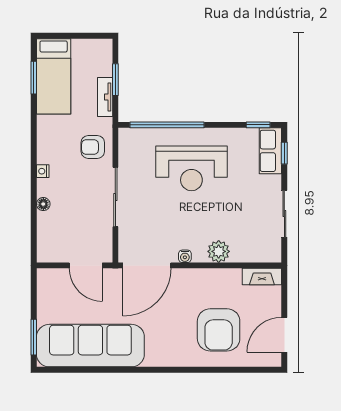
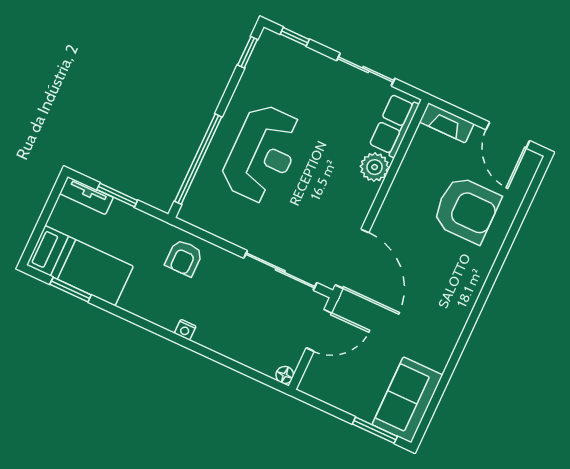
tv unit: (105, 97) -> (86, 195), moved
row of seats: (270, 151) -> (394, 125), moved, turned 90
sliding door: (115, 197) -> (280, 270), moved
floor lamp: (43, 204) -> (285, 375), moved
water cooler: (185, 256) -> (362, 209), removed
fireplace: (262, 277) -> (447, 123), moved, turned 90
sofa: (90, 346) -> (407, 400), width x0.54, depth x0.79

